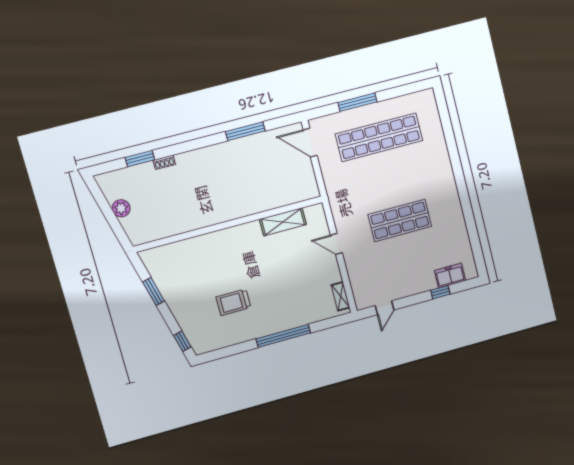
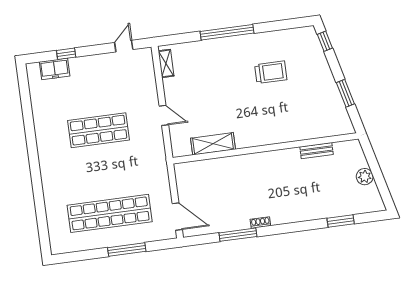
shoe rack: (164, 162) -> (260, 222), moved
bench: (175, 229) -> (317, 151), added

